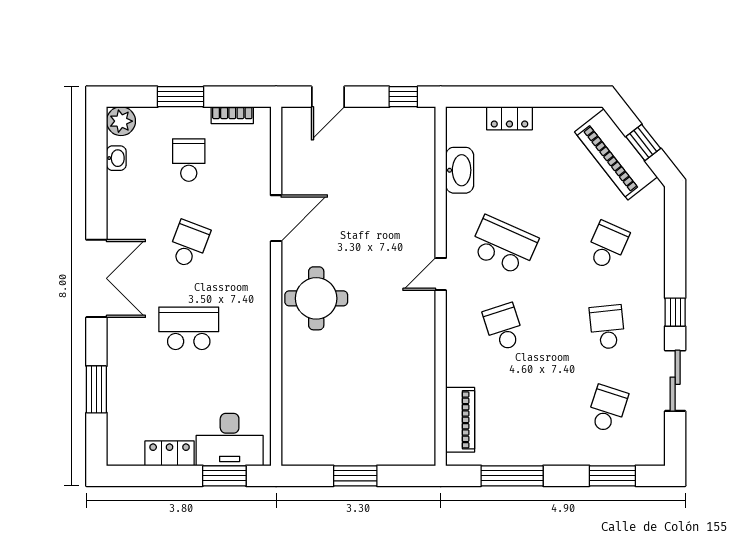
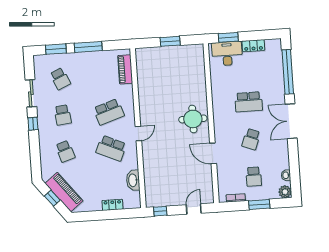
door: (276, 218) -> (213, 153), hinge flipped
school desk: (607, 245) -> (65, 151), turned -42
school desk: (504, 327) -> (109, 112), width x1.85
window: (96, 389) -> (288, 72), width x2.11
school desk: (607, 409) -> (60, 79), turned -42
window: (512, 476) -> (88, 47), moved

